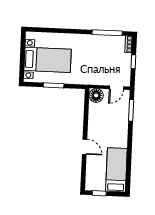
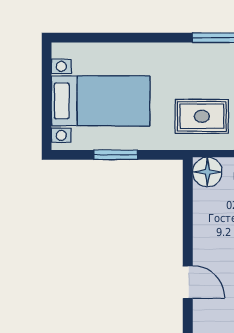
rug: (95, 69) -> (202, 116), added

